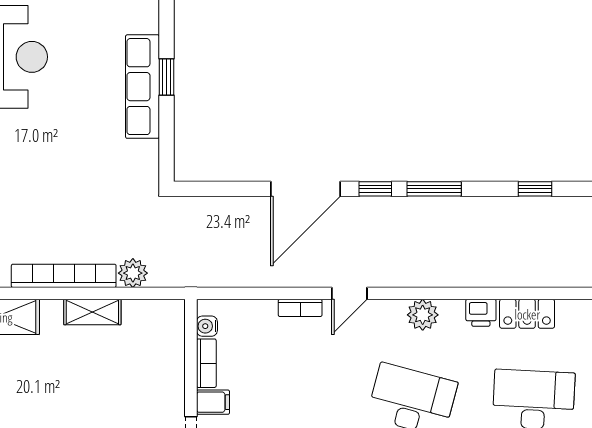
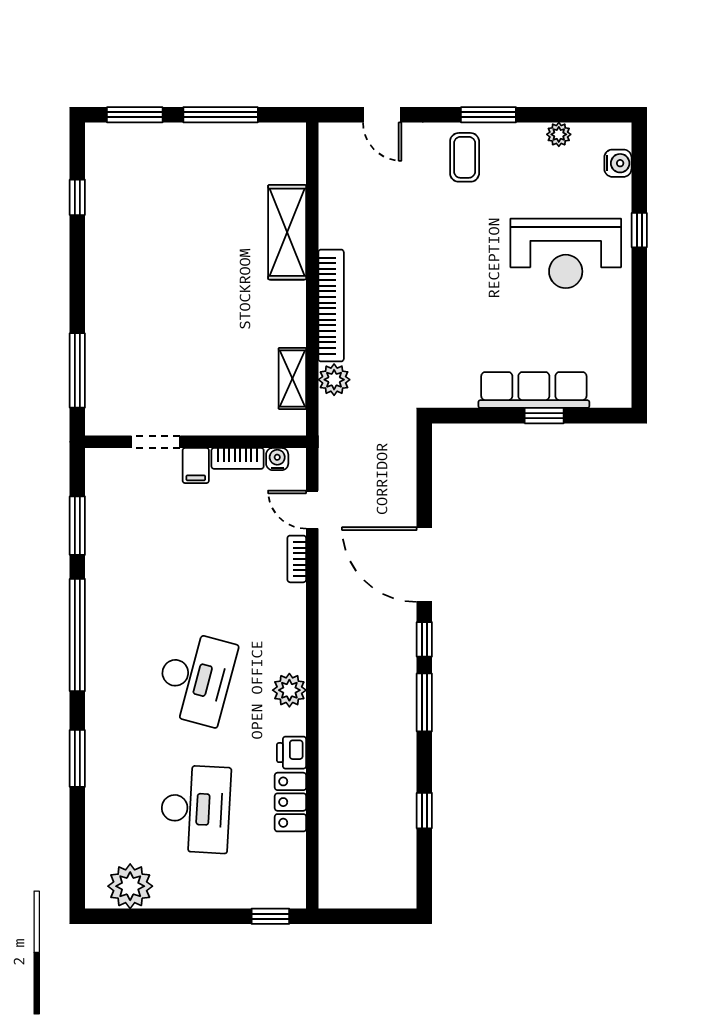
door: (349, 293) -> (312, 510), moved
shelving: (92, 312) -> (292, 378), moved

